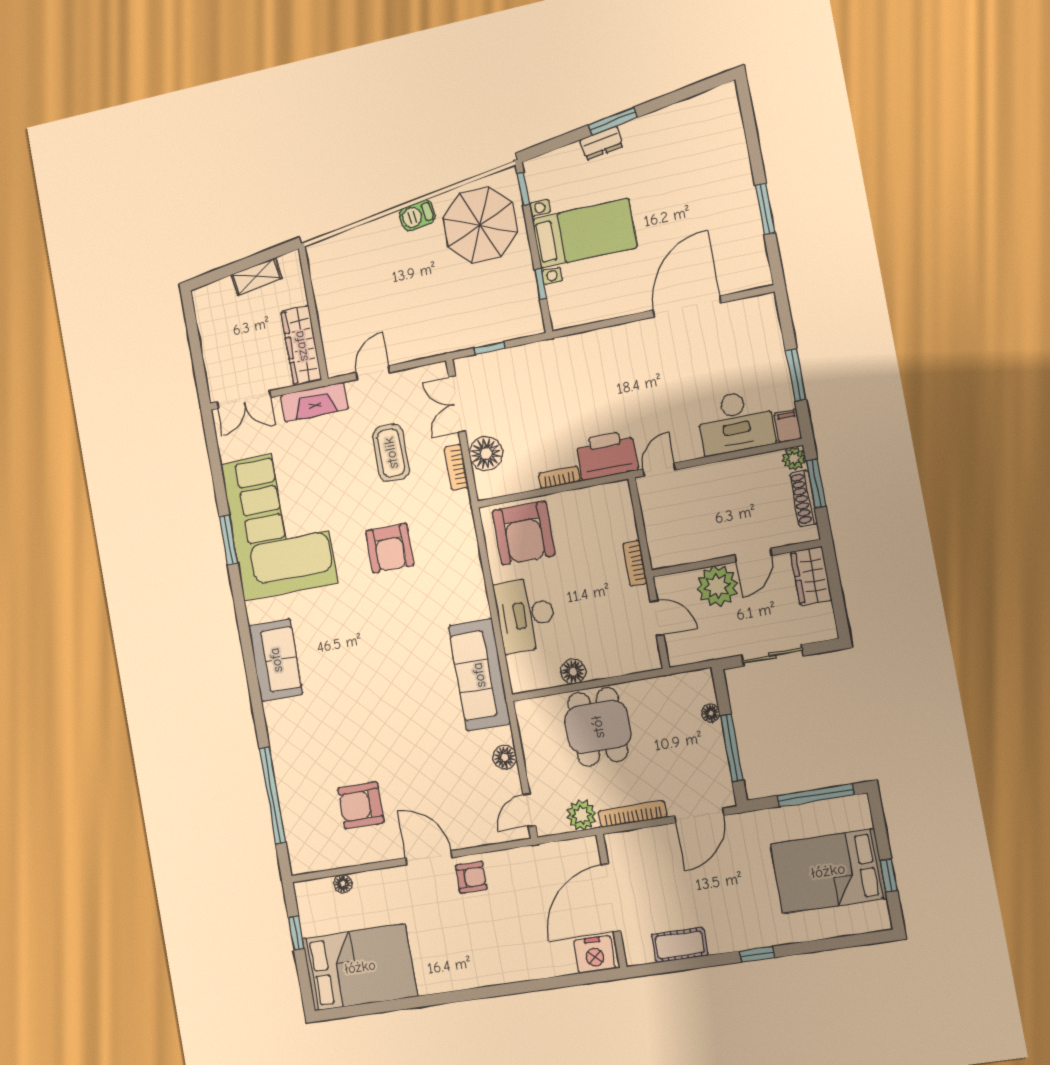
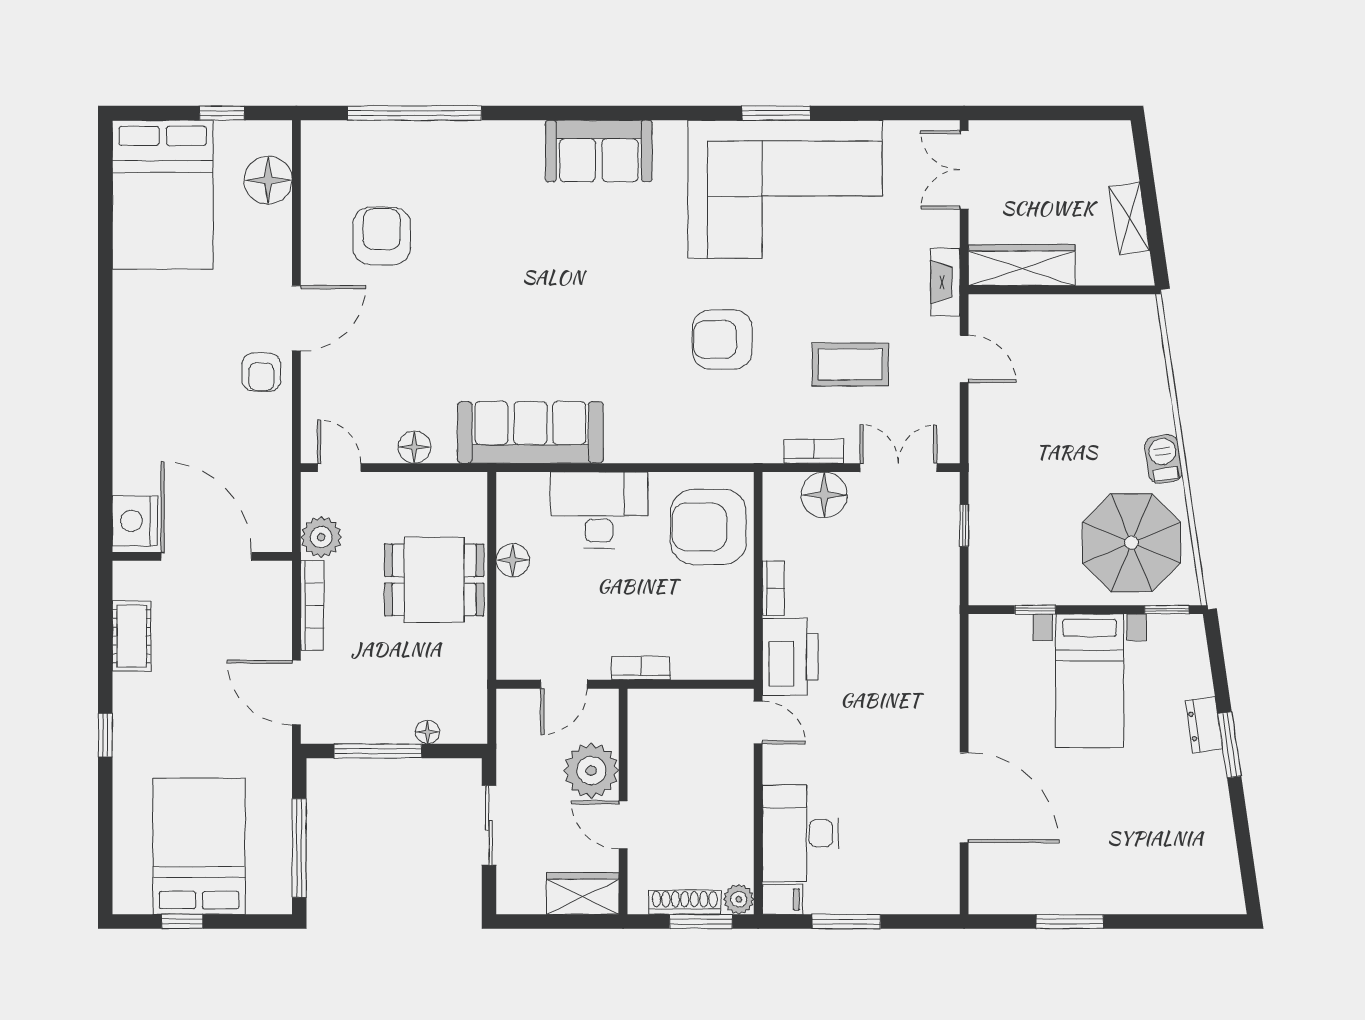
fireplace: (314, 402) -> (945, 282), width x0.73, depth x0.76
floor lamp: (343, 884) -> (268, 180), width x1.89, depth x1.89

